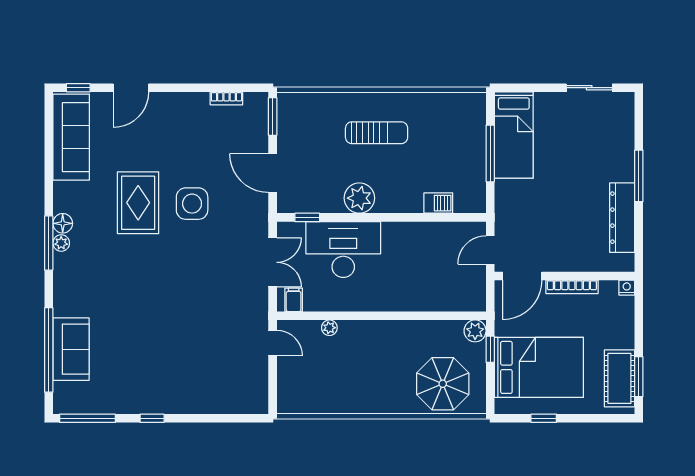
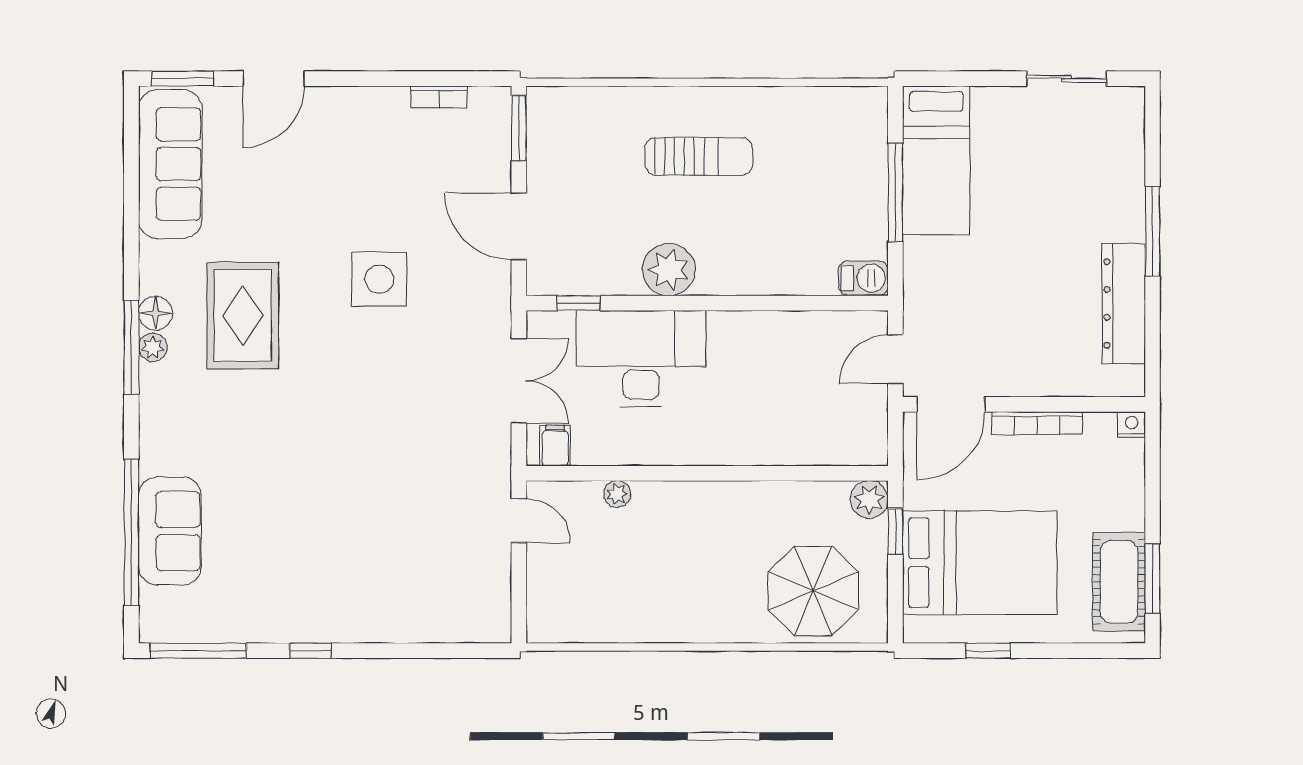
window: (78, 88) -> (183, 79), width x1.50
rug: (138, 203) -> (243, 316), moved
barbecue: (438, 203) -> (863, 278), moved

